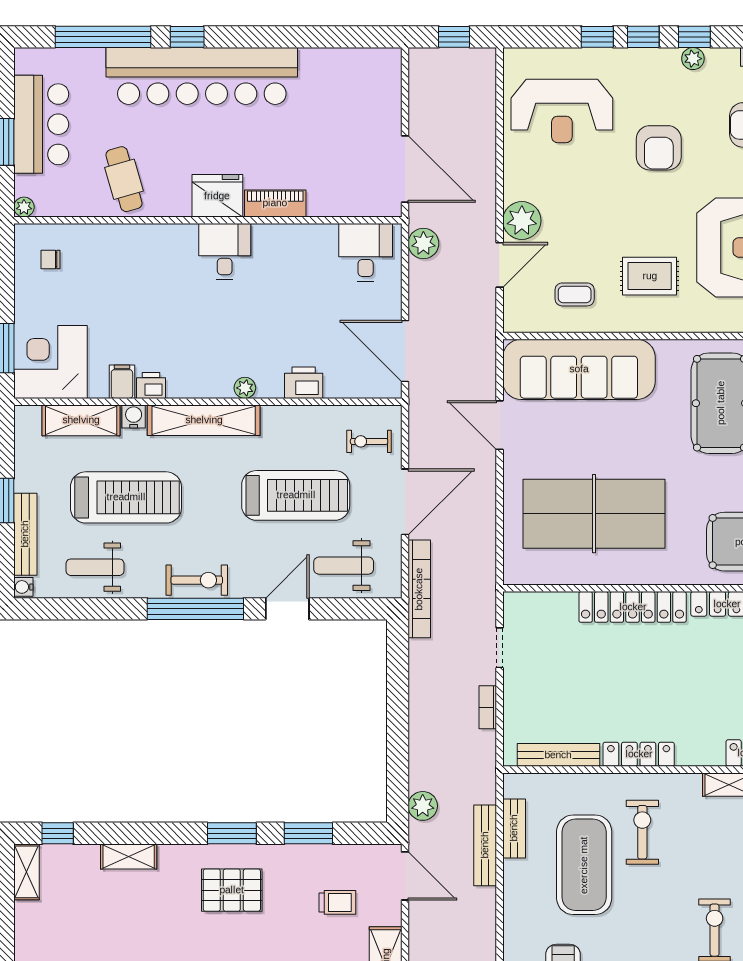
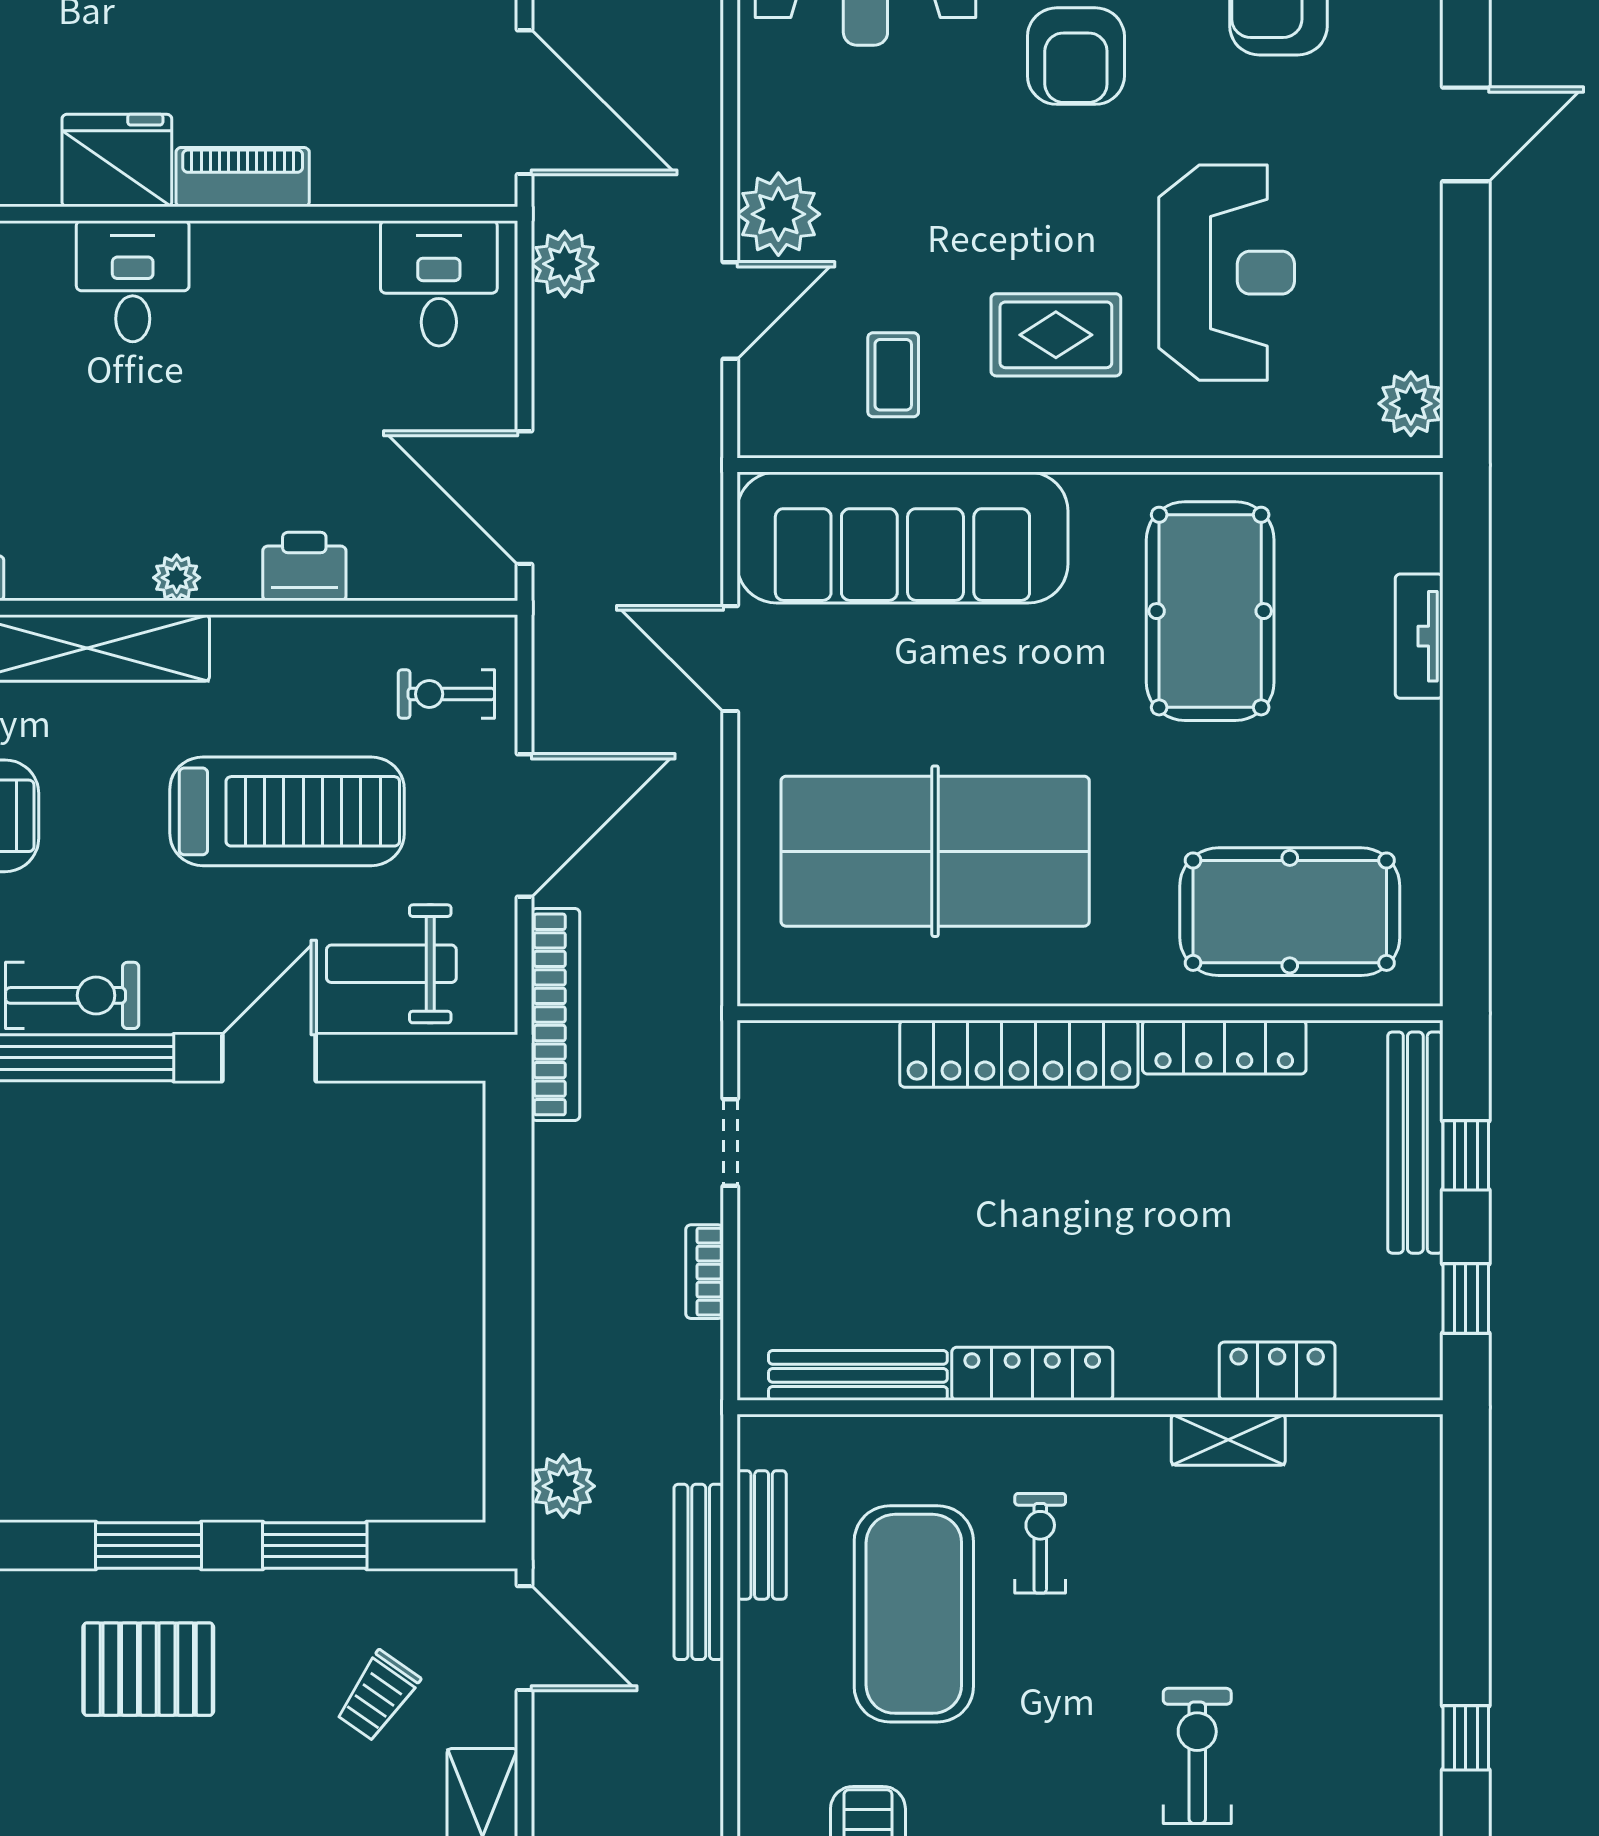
coffee table: (575, 294) -> (893, 375), turned 90
exercise bike: (642, 832) -> (1040, 1543), width x0.73, depth x0.72
trolley: (337, 902) -> (378, 1696), turned 125

